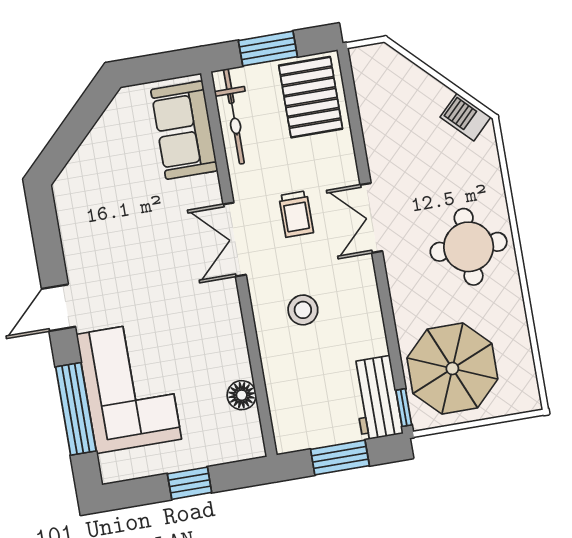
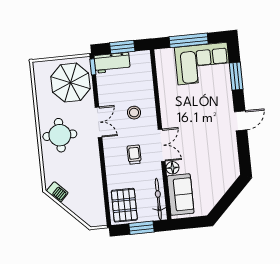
double door: (371, 218) -> (99, 122), moved
corner sofa: (129, 387) -> (203, 64), moved, turned -90
floor lamp: (242, 395) -> (172, 168), moved
workbench: (376, 398) -> (112, 63), moved, turned 90
window: (76, 409) -> (236, 76), width x0.69
window: (190, 483) -> (189, 40), width x2.17

